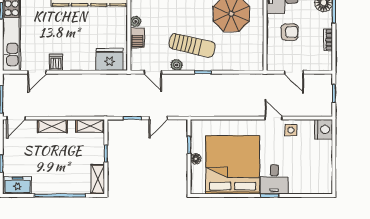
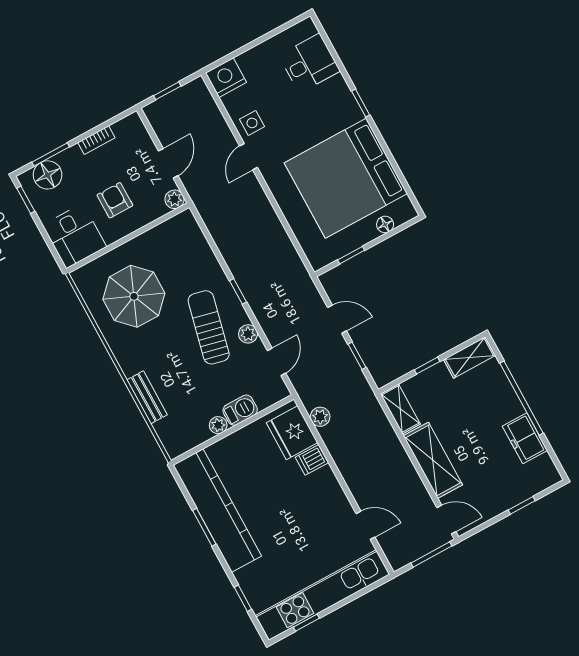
dishwasher: (56, 62) -> (312, 460), moved
plant: (272, 65) -> (174, 199), added
plant: (110, 80) -> (320, 417), added
shelving: (52, 126) -> (433, 460), width x1.50, depth x1.33
floor lamp: (196, 159) -> (385, 224), moved
desk: (274, 179) -> (309, 63), moved
freezer: (18, 185) -> (525, 438), moved

